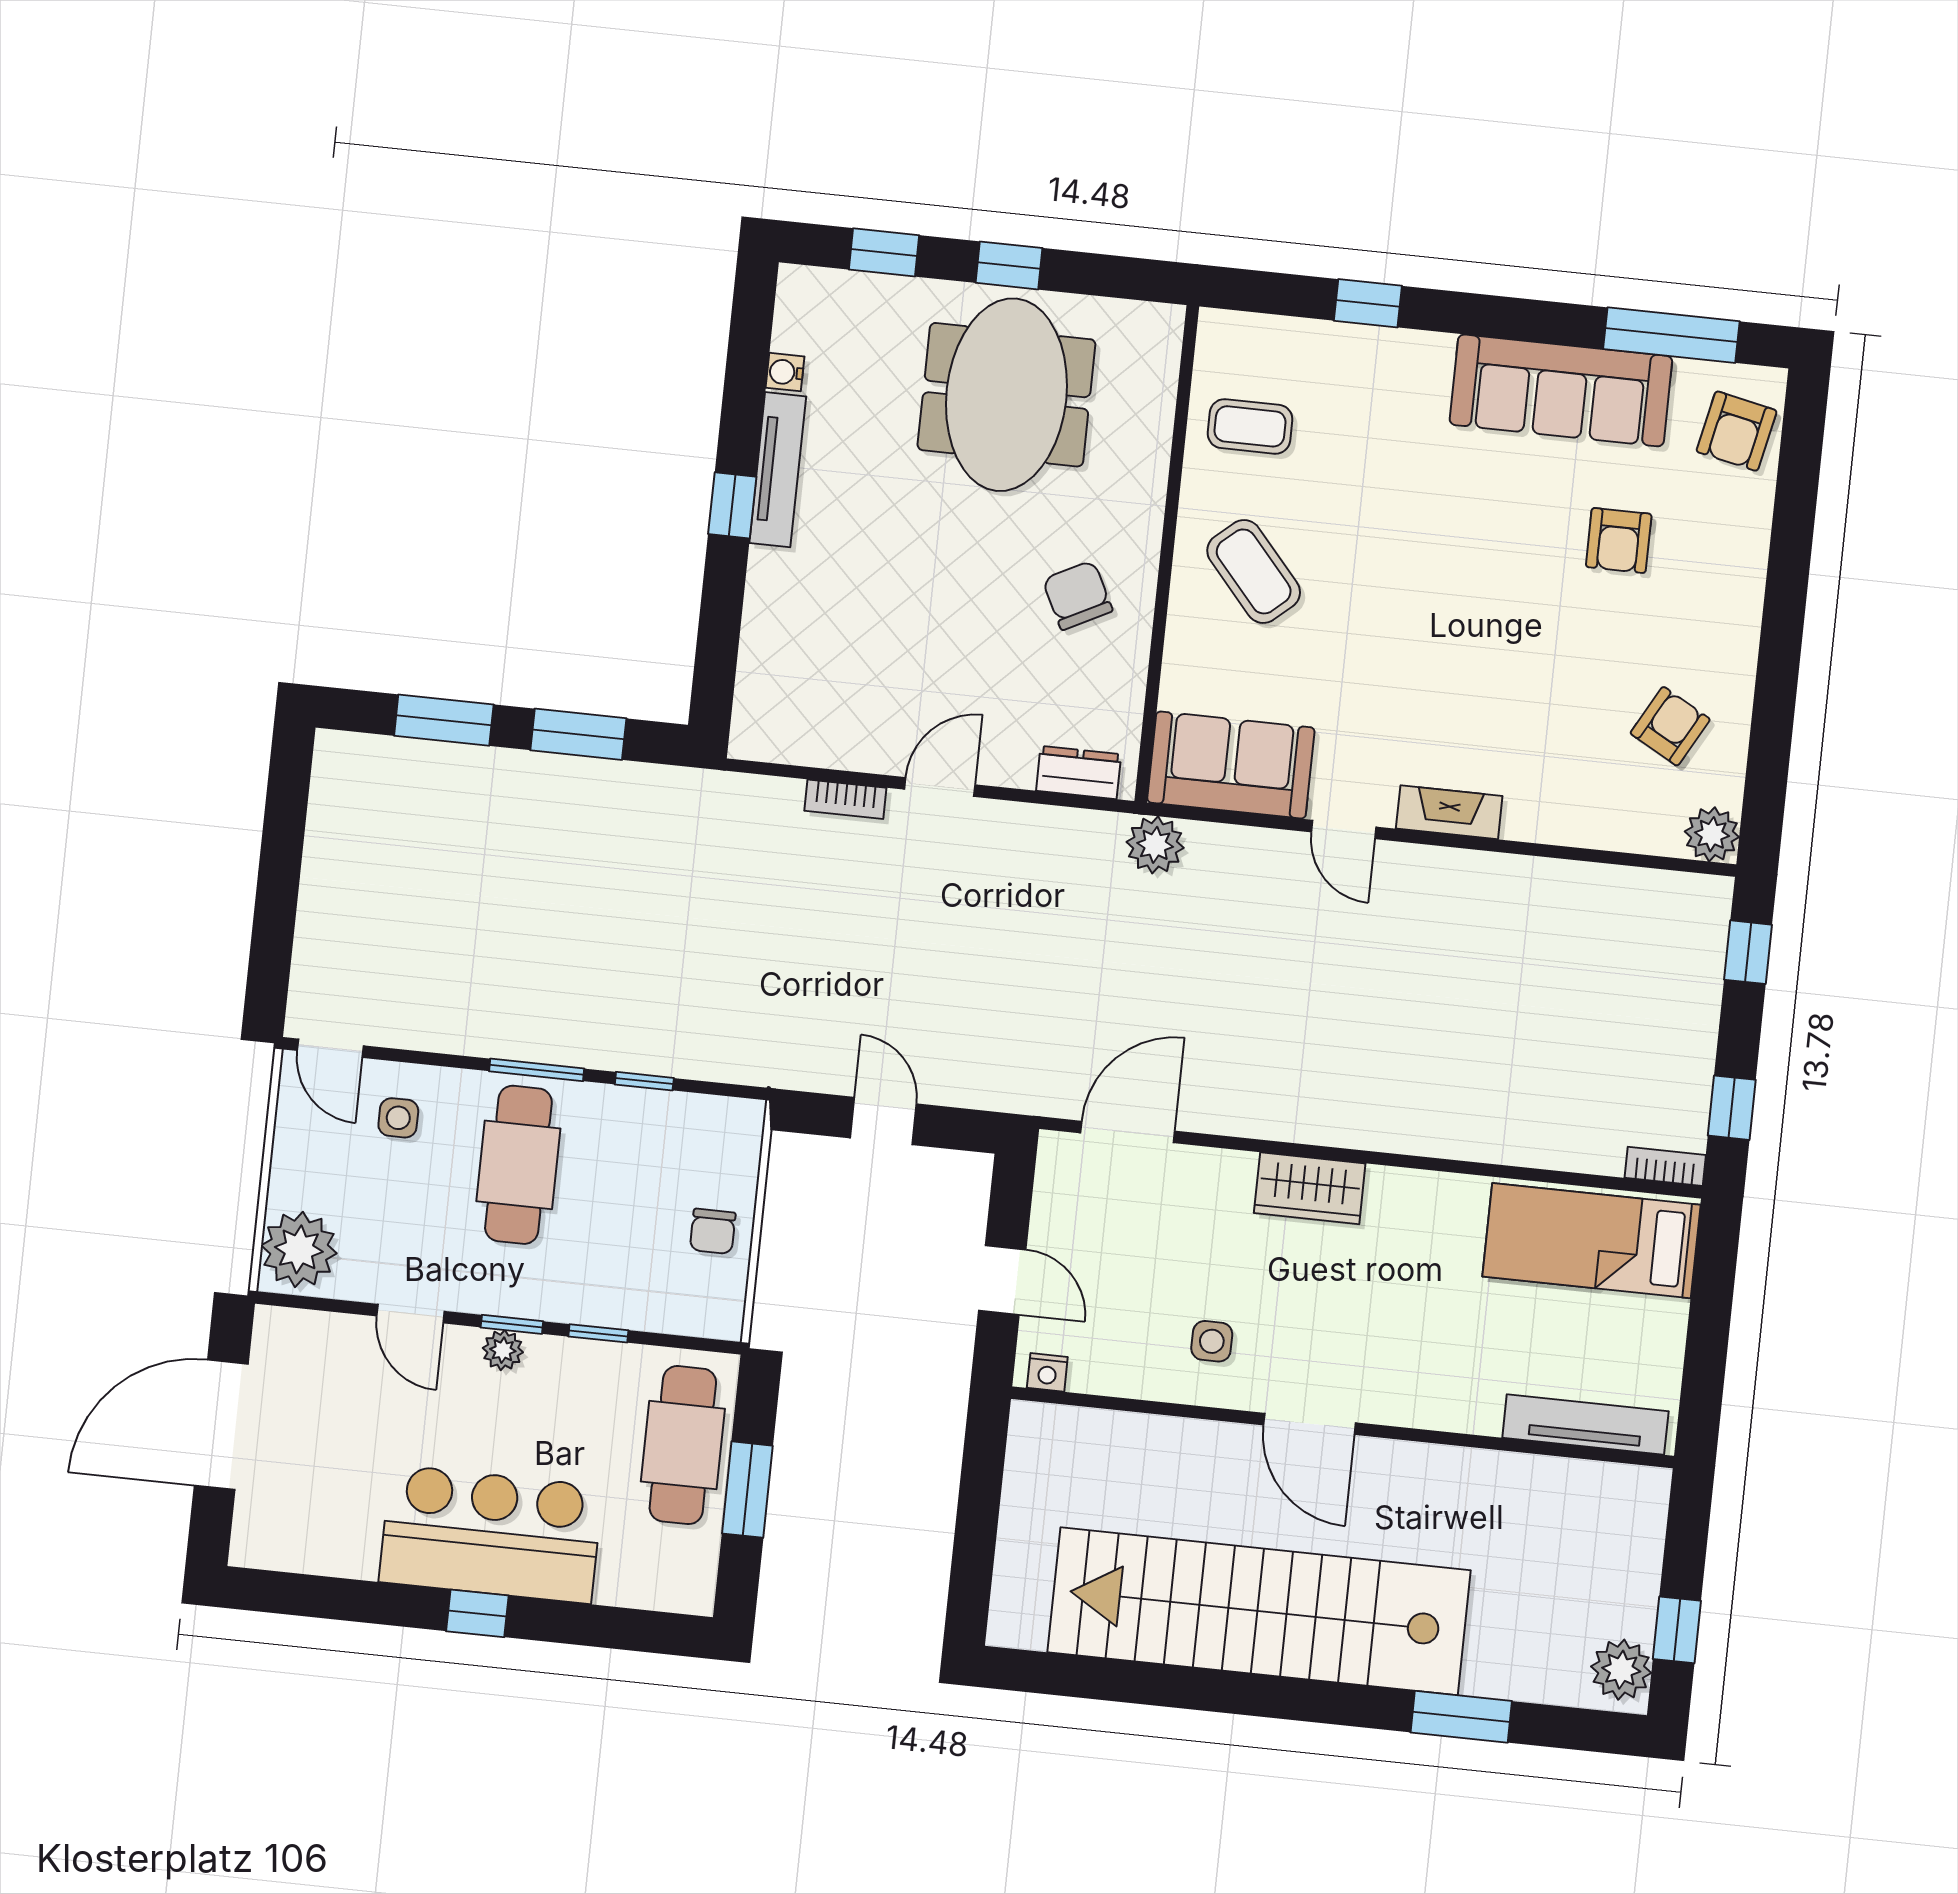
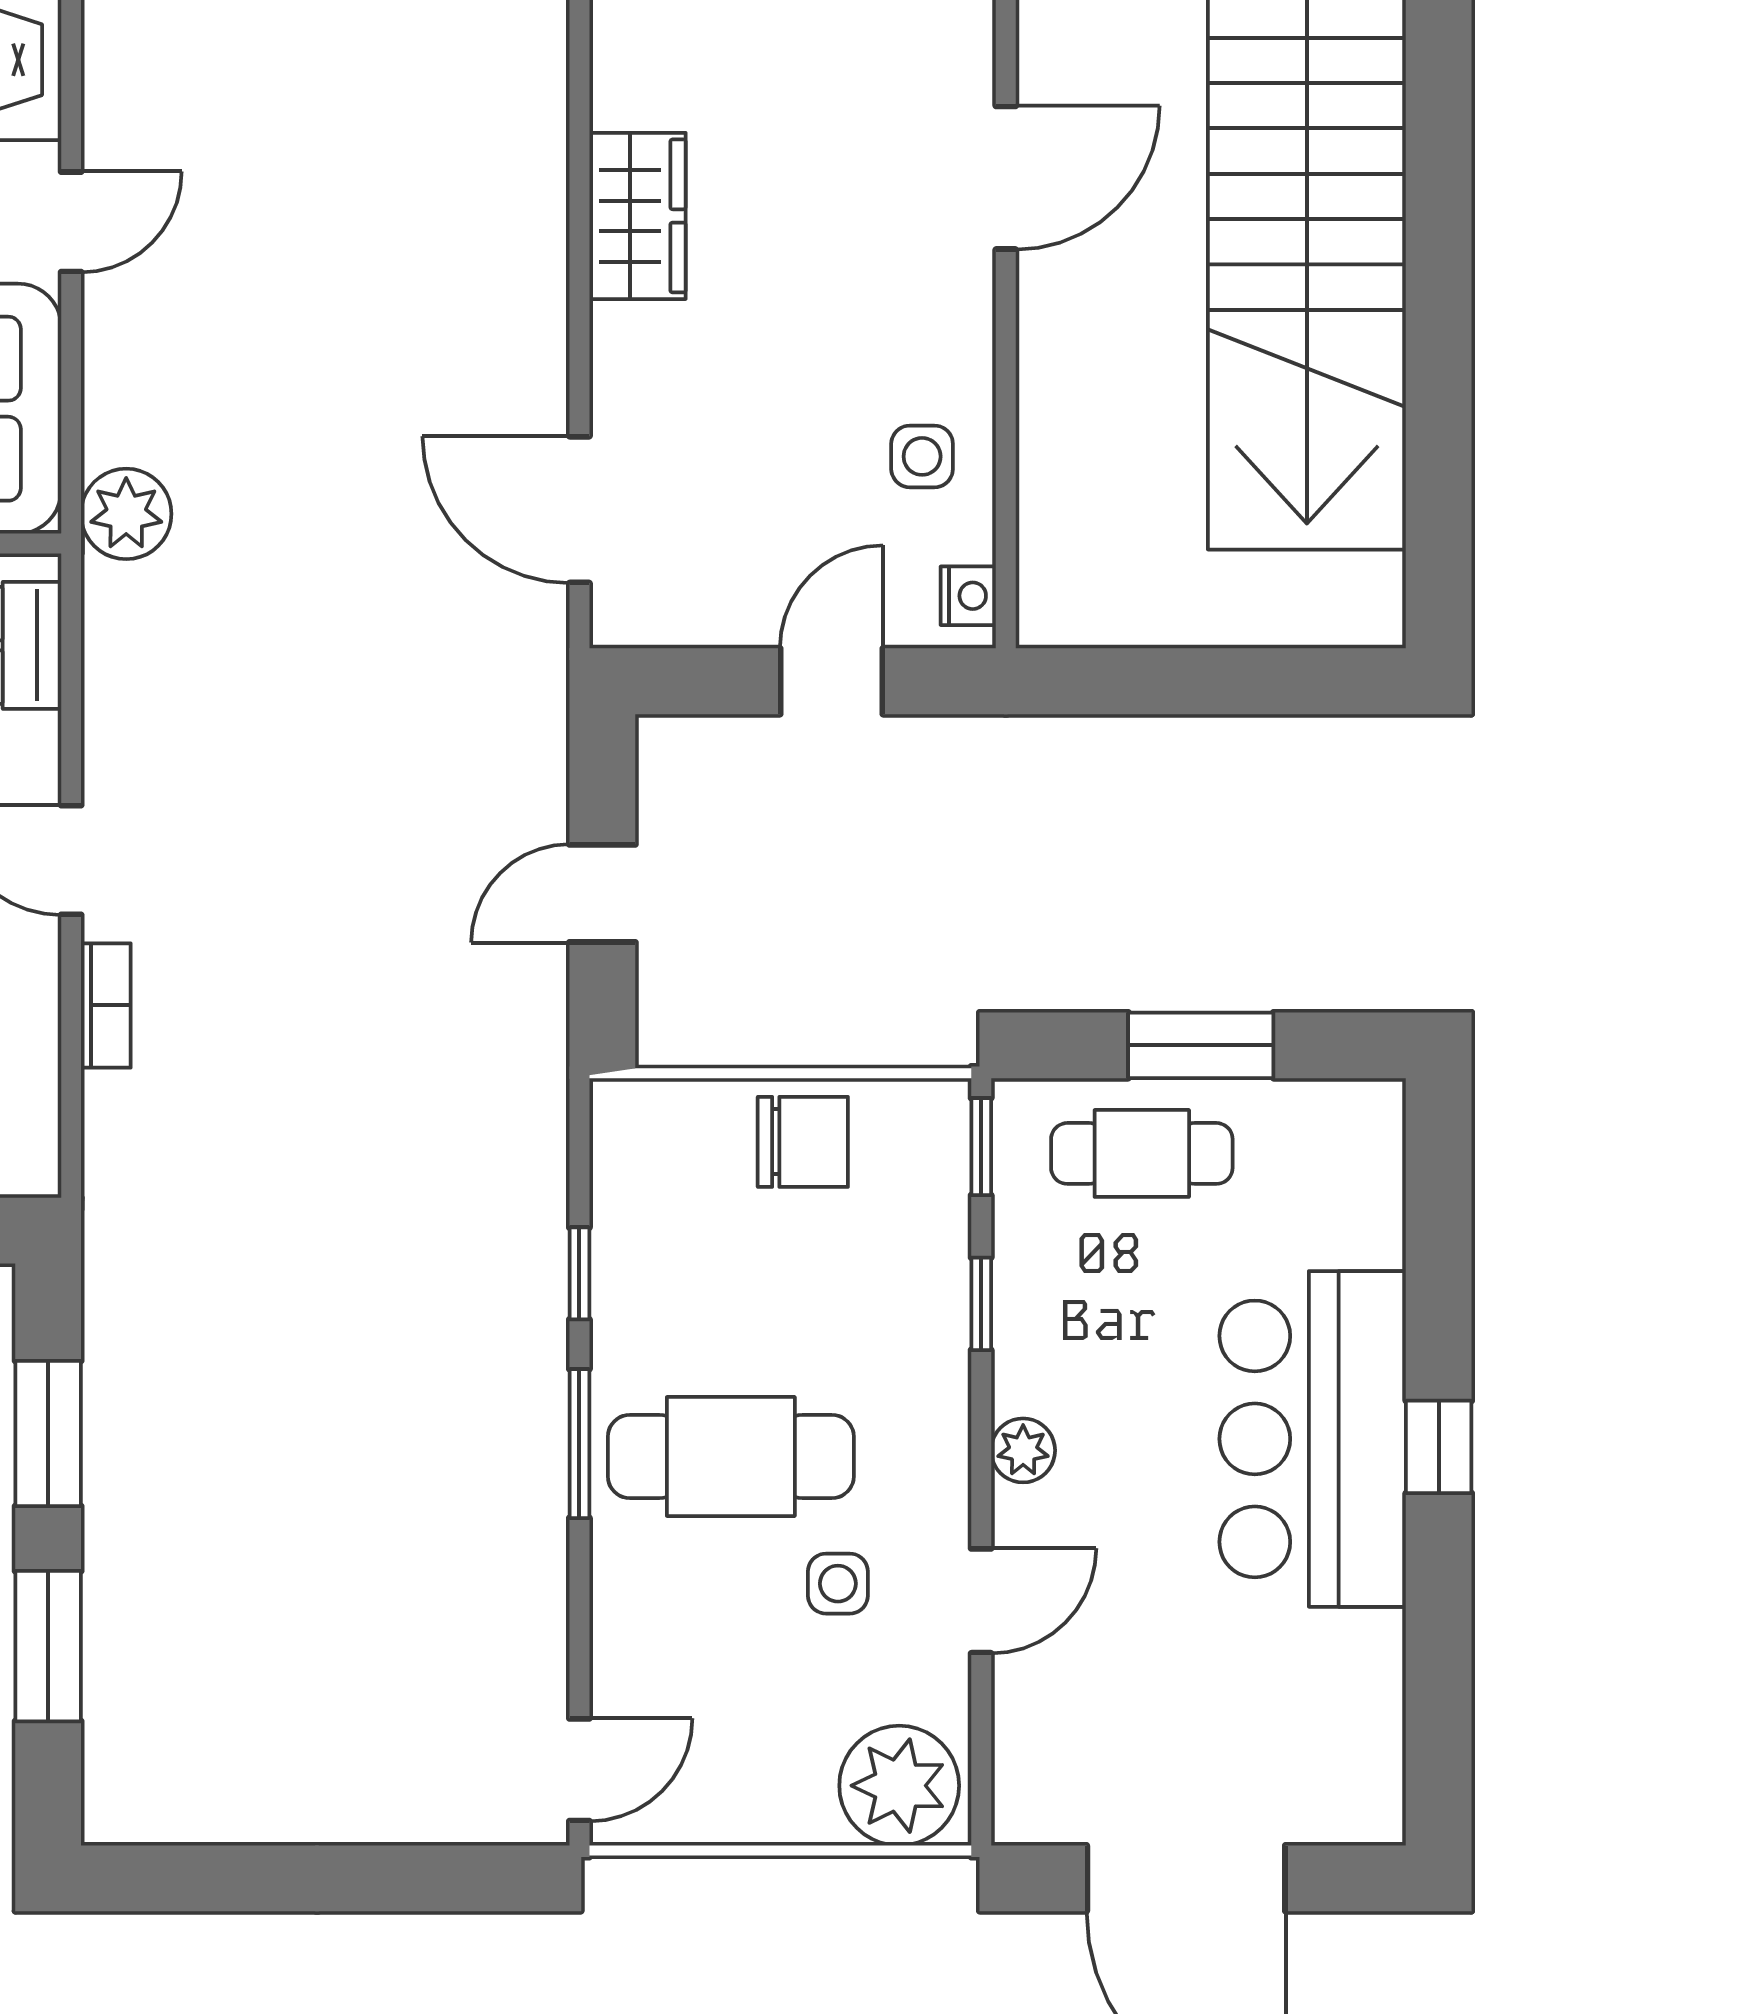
side table: (398, 1118) -> (838, 1584), moved
chair: (713, 1231) -> (803, 1142), width x1.37, depth x1.37
window: (512, 1324) -> (981, 1147), moved
side table: (1212, 1341) -> (922, 456), moved
cafe table: (683, 1445) -> (1142, 1153), width x0.73, depth x0.74

